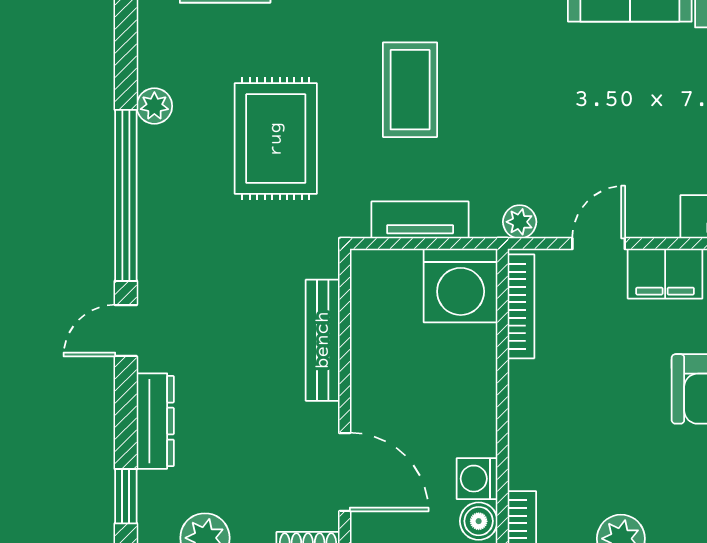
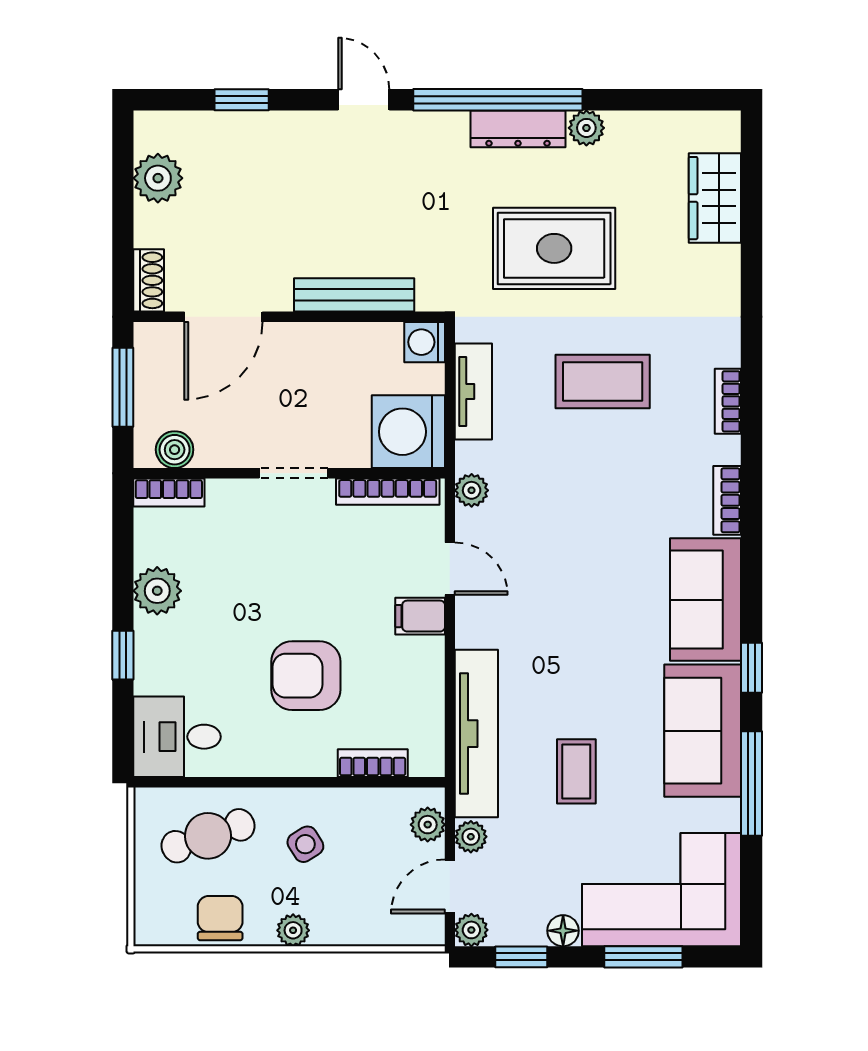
filing cabinet: (665, 274) -> (420, 616), width x0.50
doorway: (503, 401) -> (294, 473), added
dresser: (155, 421) -> (518, 129), moved
washing machine: (477, 479) -> (425, 342), moved, turned -90
window: (126, 496) -> (242, 100), moved

